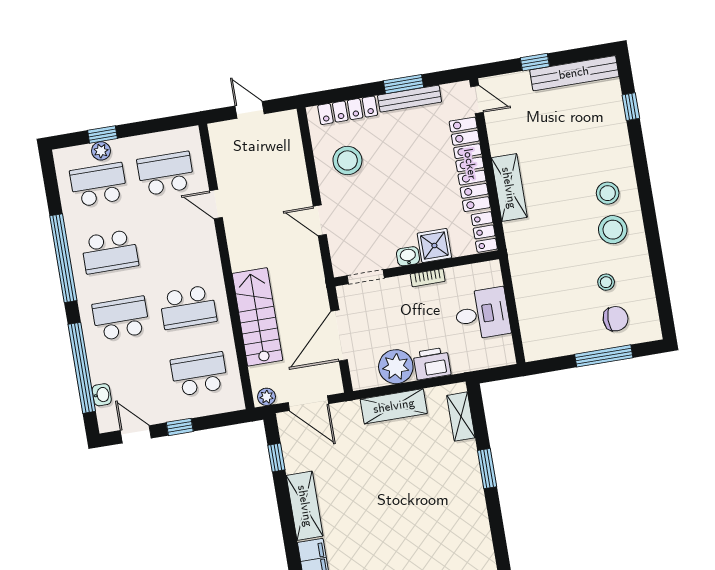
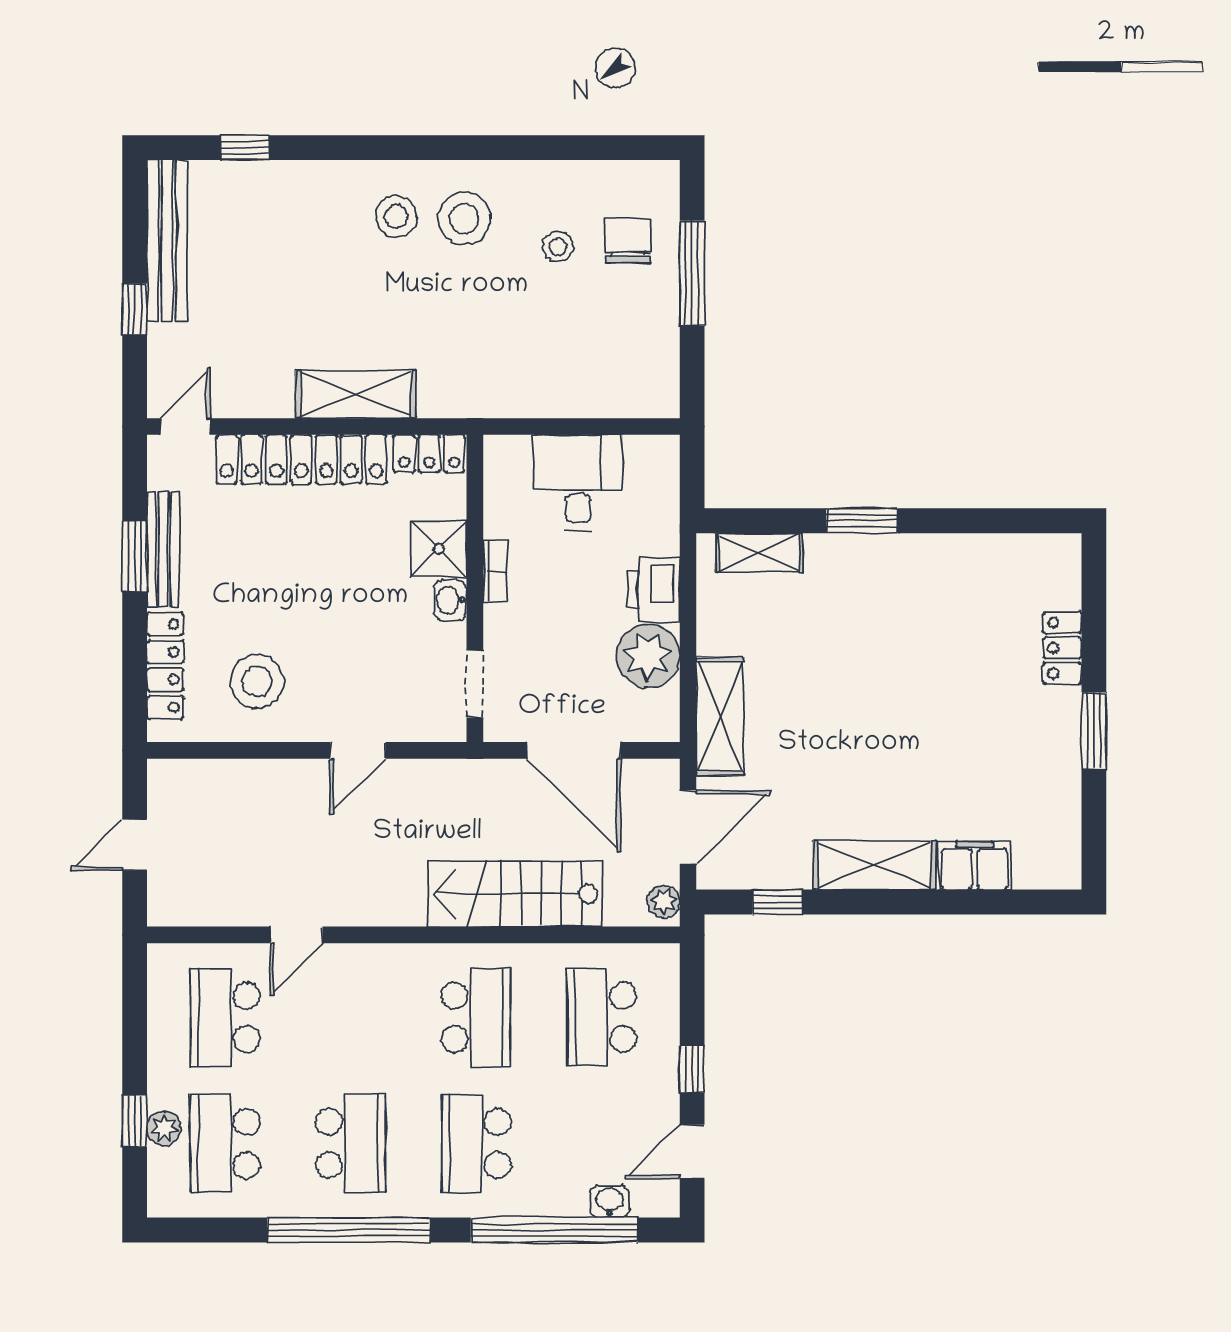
shelving: (394, 406) -> (720, 716), moved

